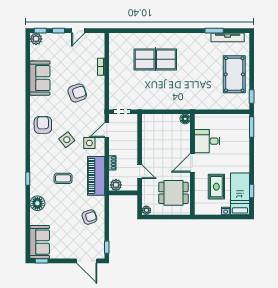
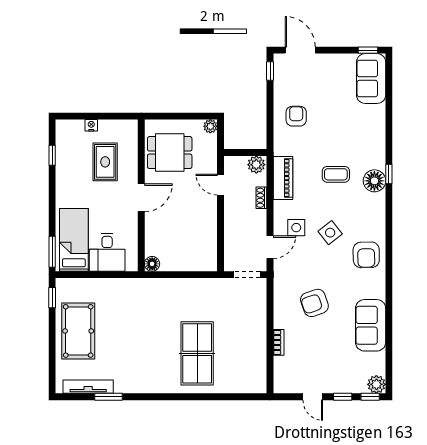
door: (78, 31) -> (313, 397), swing flipped
table tennis table: (155, 59) -> (197, 353), turned 90
desk: (207, 141) -> (107, 252), moved, turned 90
piano: (96, 176) -> (283, 178), width x0.73, depth x0.75
bed: (240, 194) -> (74, 240), moved, turned 180
floor lamp: (37, 203) -> (374, 181), moved
armchair: (89, 217) -> (296, 116), turned 109

